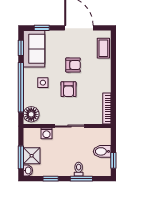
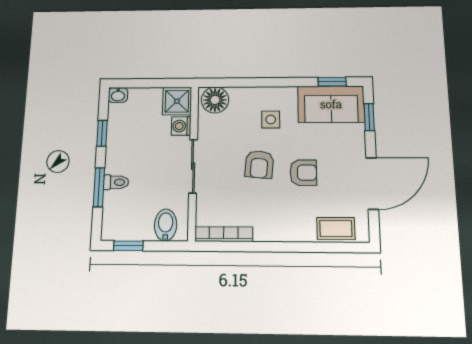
armchair: (73, 65) -> (303, 173), turned -90
window: (21, 87) -> (262, 82), removed
armchair: (68, 89) -> (259, 164), turned -85
bidet: (102, 151) -> (166, 225), moved
shower: (32, 156) -> (177, 101), moved
window: (21, 157) -> (141, 83), removed

